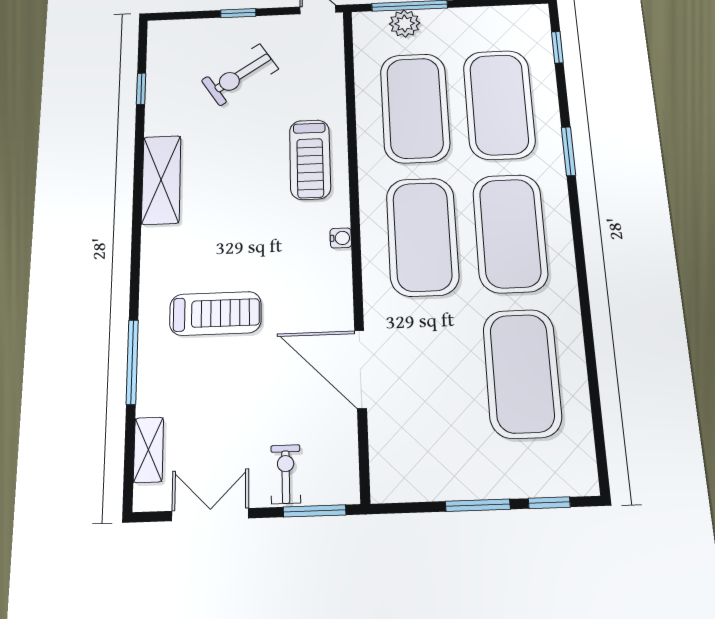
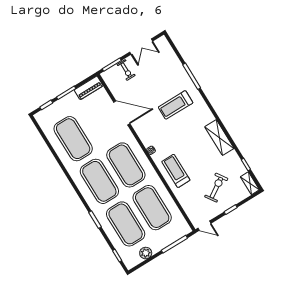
plant: (405, 24) -> (146, 253), moved
shelving: (148, 450) -> (250, 183), moved
piano: (410, 484) -> (89, 88), added

